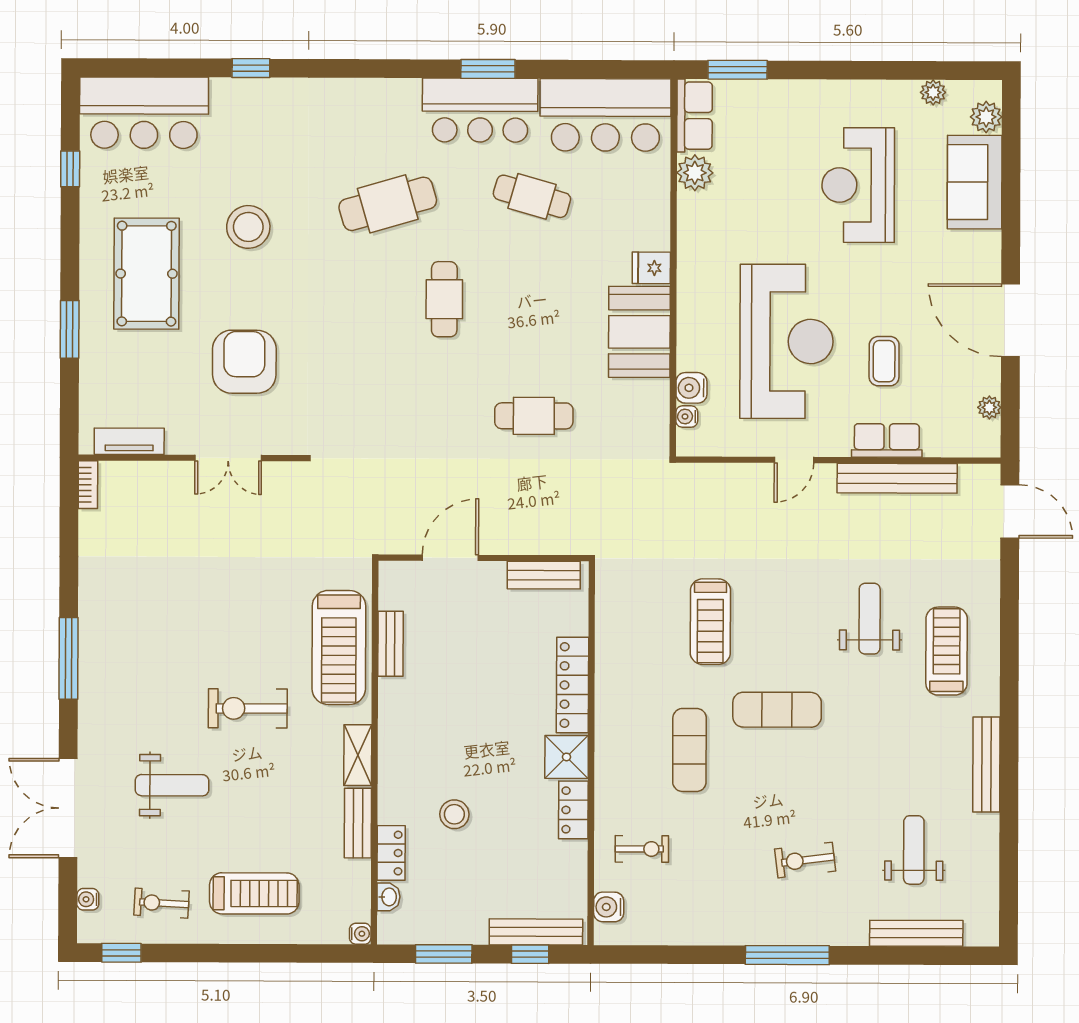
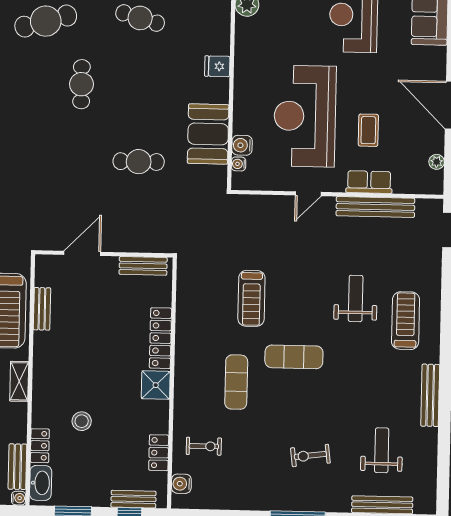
booth: (639, 332) -> (208, 134), moved
reception desk: (787, 341) -> (305, 116), turned 180
locker: (573, 810) -> (159, 453), moved
bench: (358, 823) -> (17, 467), moved
washbasin: (388, 897) -> (41, 483), width x1.91, depth x1.45
bench: (536, 932) -> (133, 499), width x0.73

